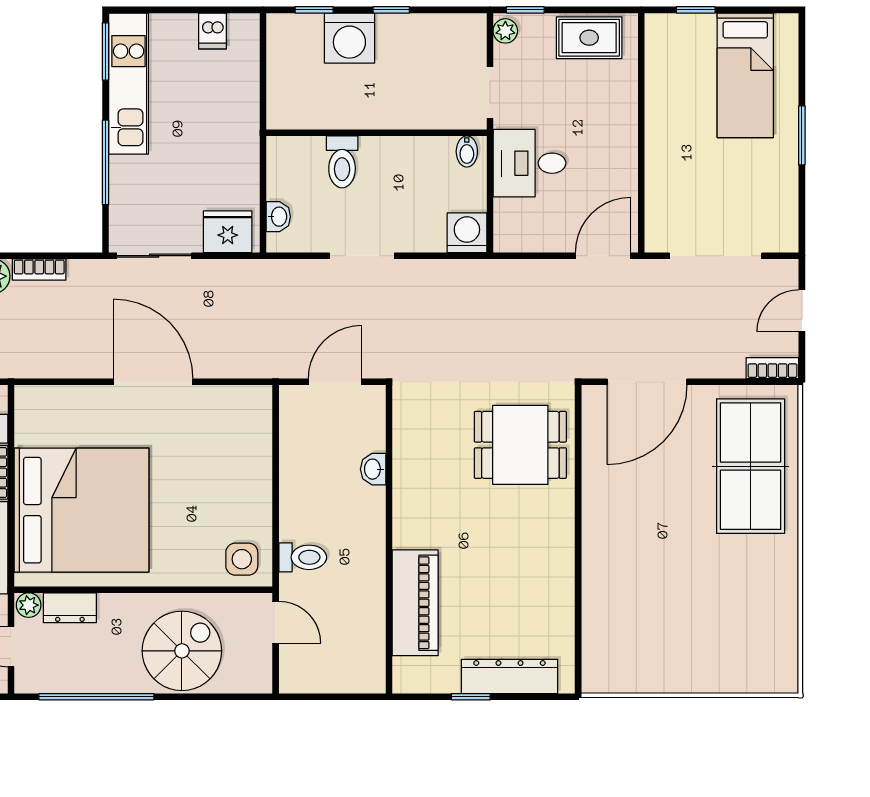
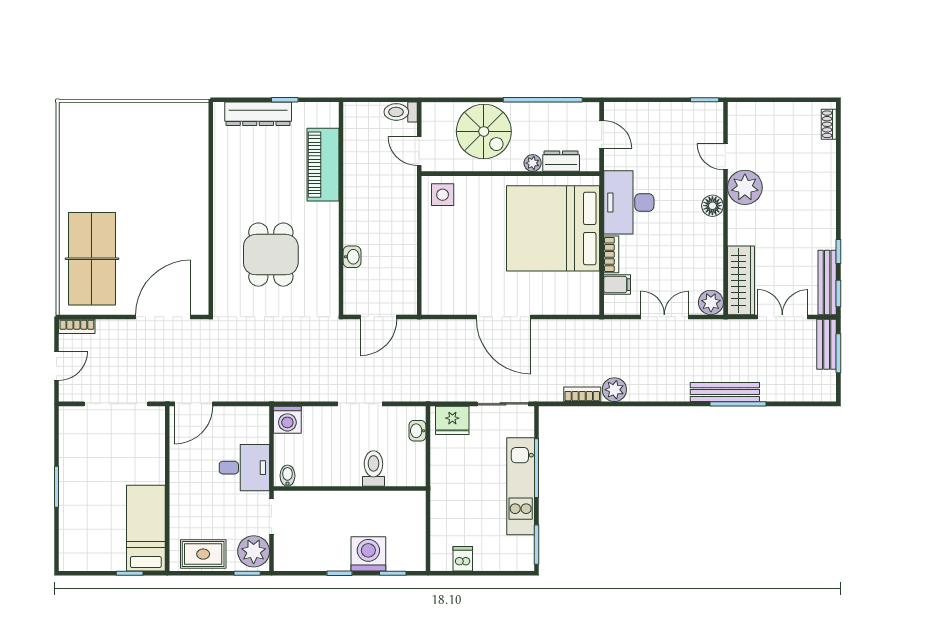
plant: (505, 31) -> (254, 551), width x1.88, depth x1.88
bed: (745, 75) -> (146, 528), moved
kitchen unit: (129, 84) -> (521, 486), moved
dining table: (520, 445) -> (271, 255), moved, turned 90
toilet: (303, 557) -> (401, 112), moved
plant: (29, 605) -> (533, 163), moved
spiral stairs: (182, 651) -> (484, 131), turned -90

